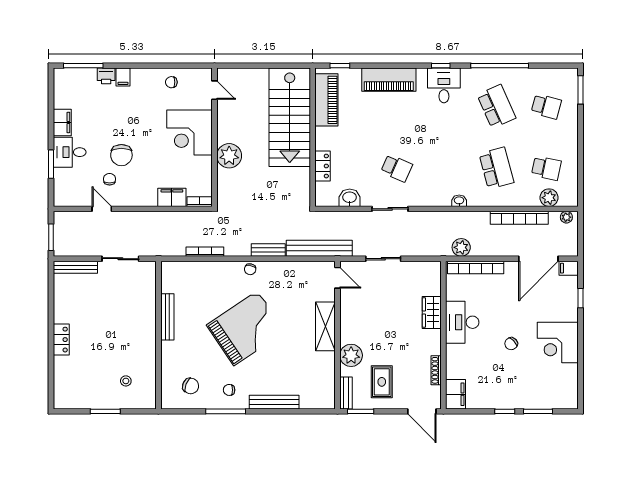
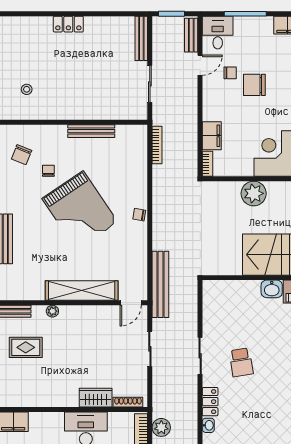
desk: (70, 152) -> (218, 33), moved
window: (51, 164) -> (245, 14), width x1.44
locker: (323, 166) -> (210, 402), moved, turned -90
school desk: (397, 168) -> (241, 362), turned -33
washbasin: (350, 198) -> (272, 289), moved, turned 90
bench: (268, 250) -> (191, 35), moved
bookcase: (205, 252) -> (157, 145), moved
shelving: (325, 326) -> (82, 291), width x1.47
plant: (351, 355) -> (52, 311), width x0.53, depth x0.53
shoe rack: (436, 370) -> (128, 402), moved
chair: (229, 390) -> (48, 171), moved

